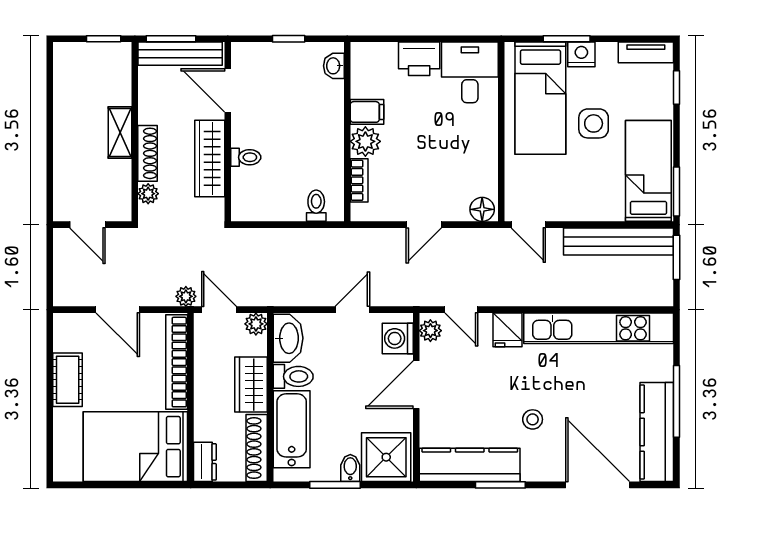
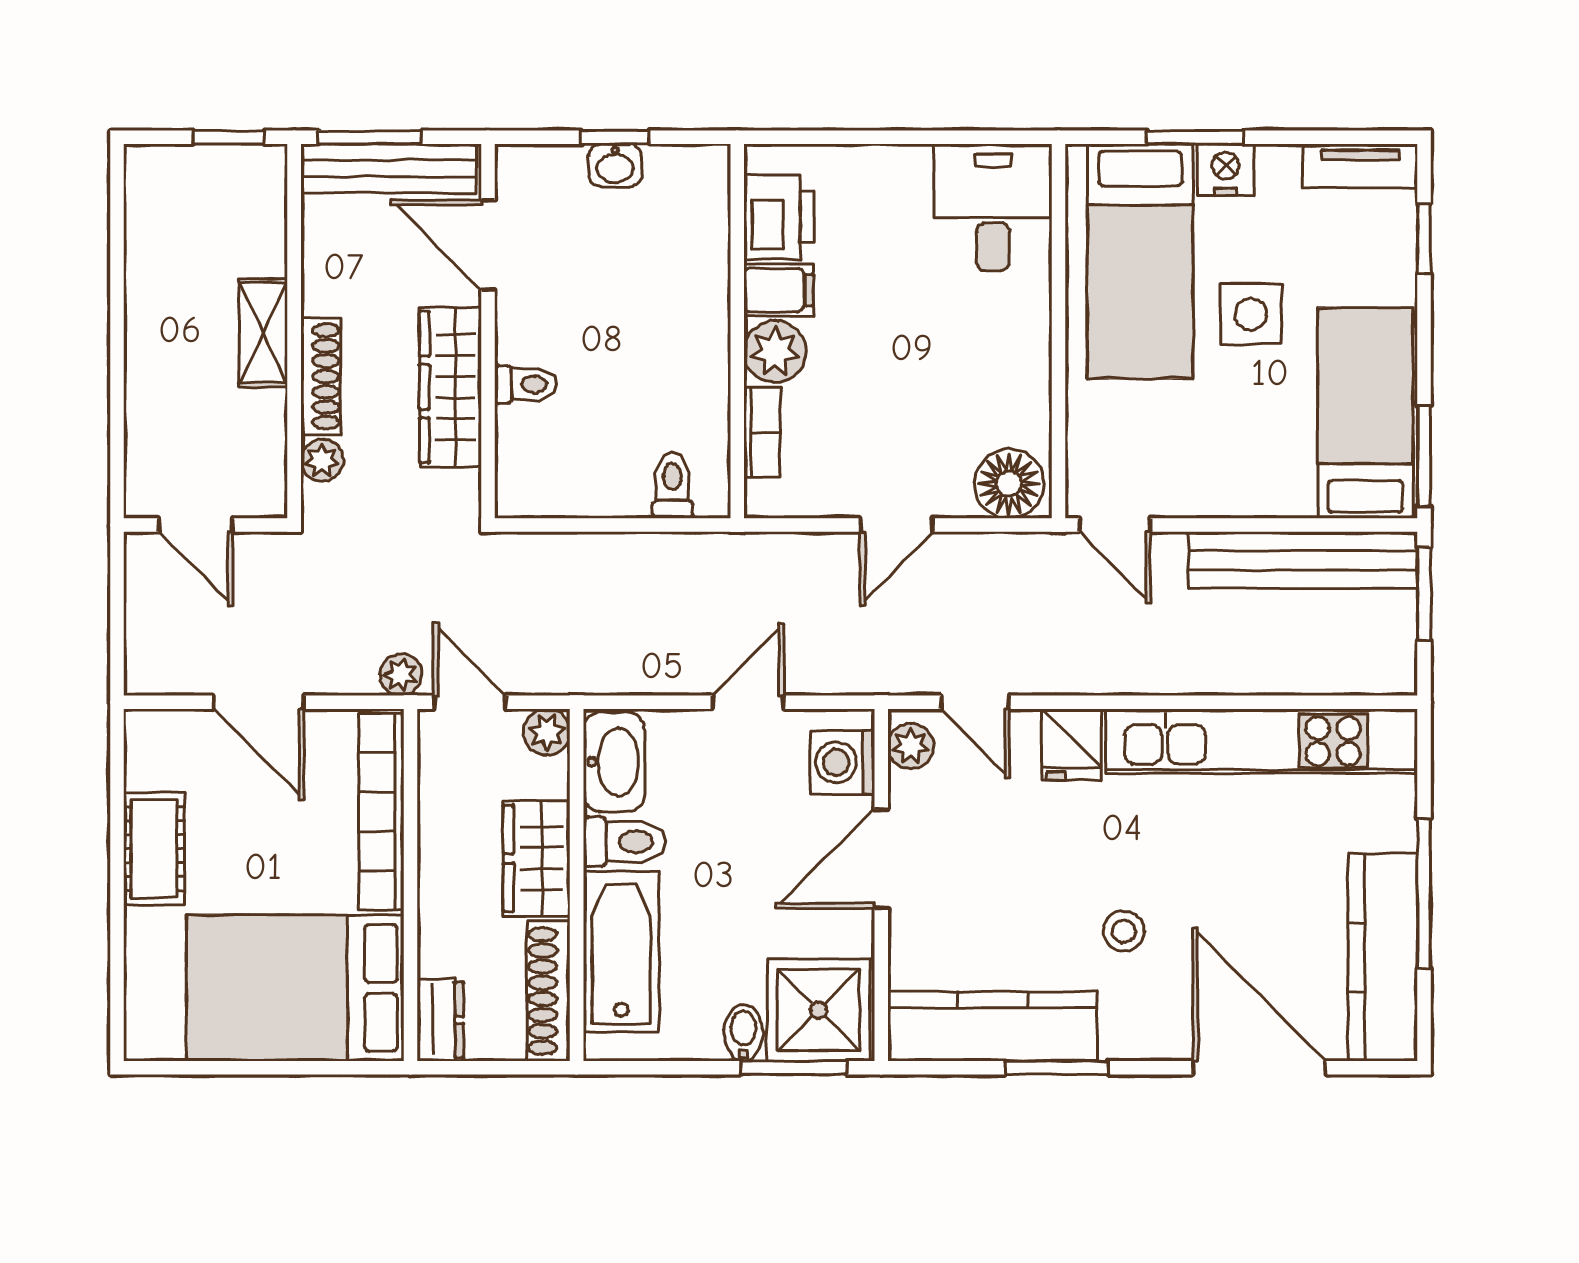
printer: (419, 59) -> (779, 217), moved, turned -90
washbasin: (334, 66) -> (615, 165), moved, turned -90
floor lamp: (482, 209) -> (1009, 484), width x1.38, depth x1.38
window: (335, 485) -> (794, 1068), moved

